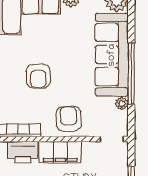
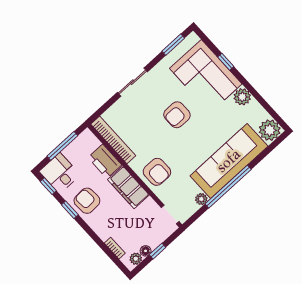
armchair: (38, 76) -> (177, 115), moved
armchair: (69, 119) -> (157, 172), turned 92

